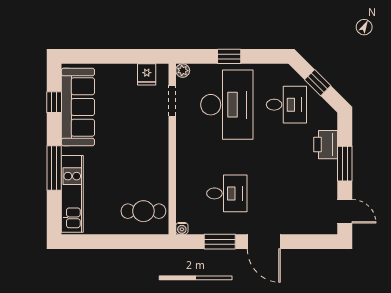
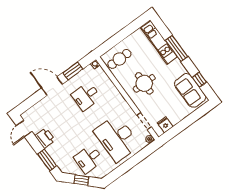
window: (229, 56) -> (132, 162), removed
sofa: (78, 107) -> (190, 90), width x0.73
printer: (326, 145) -> (45, 138), moved
round table: (134, 153) -> (144, 83), added
window: (345, 164) -> (47, 160), moved
door: (345, 211) -> (24, 129), hinge flipped

